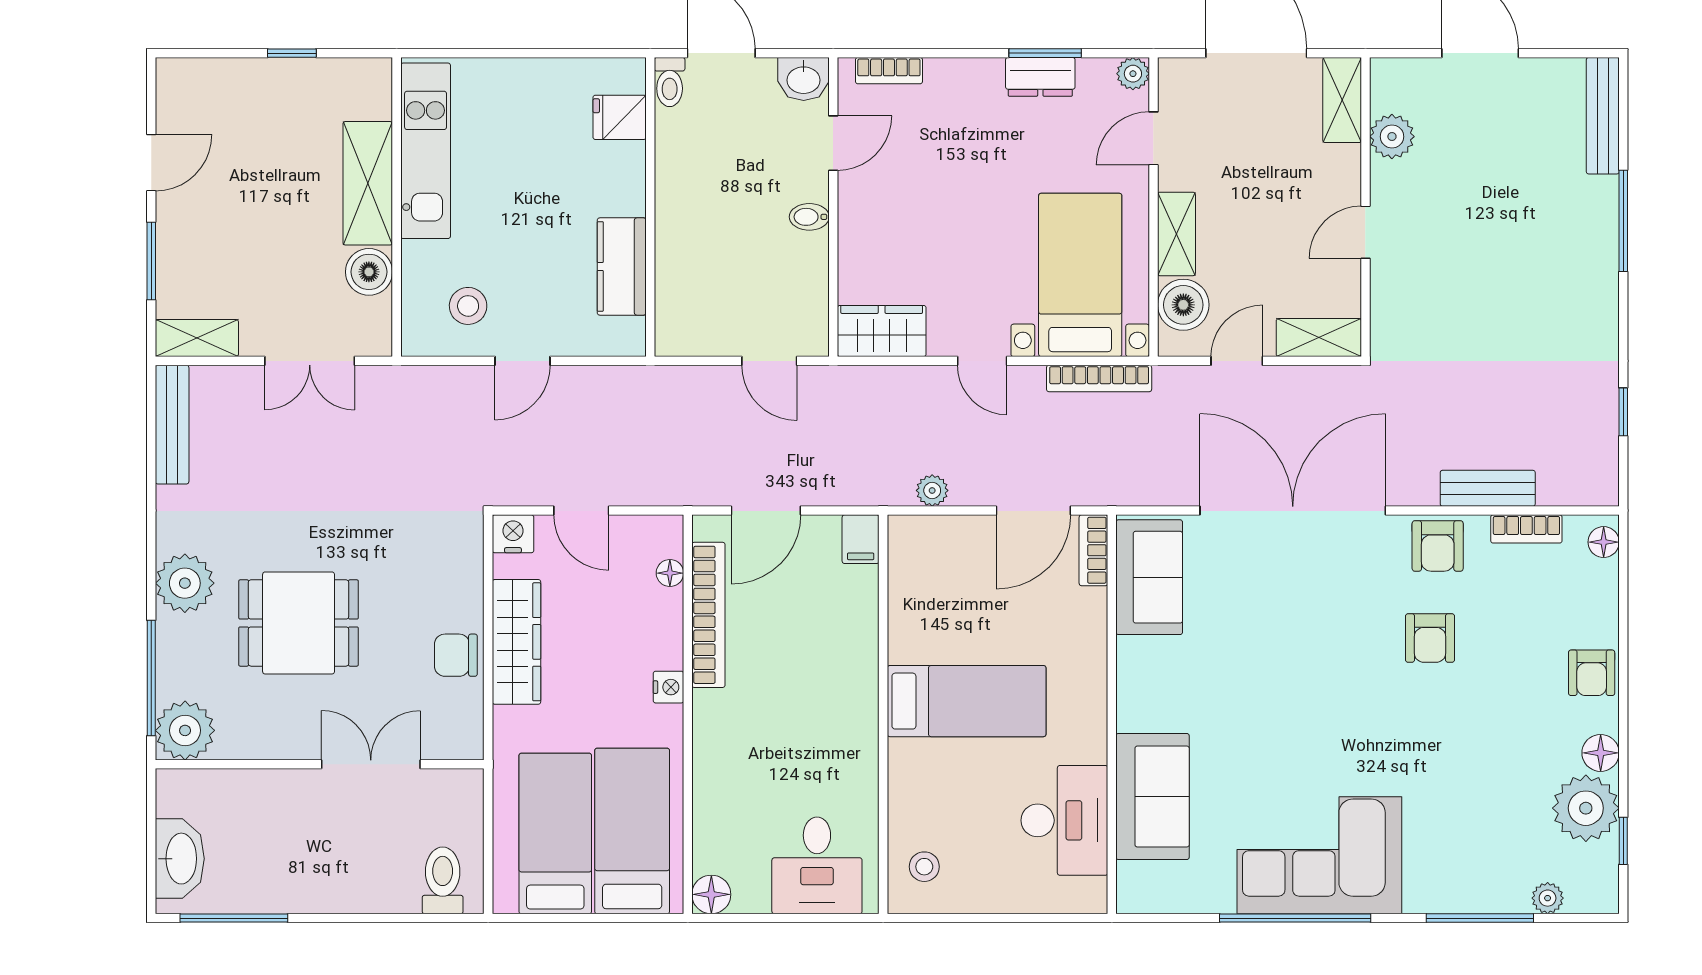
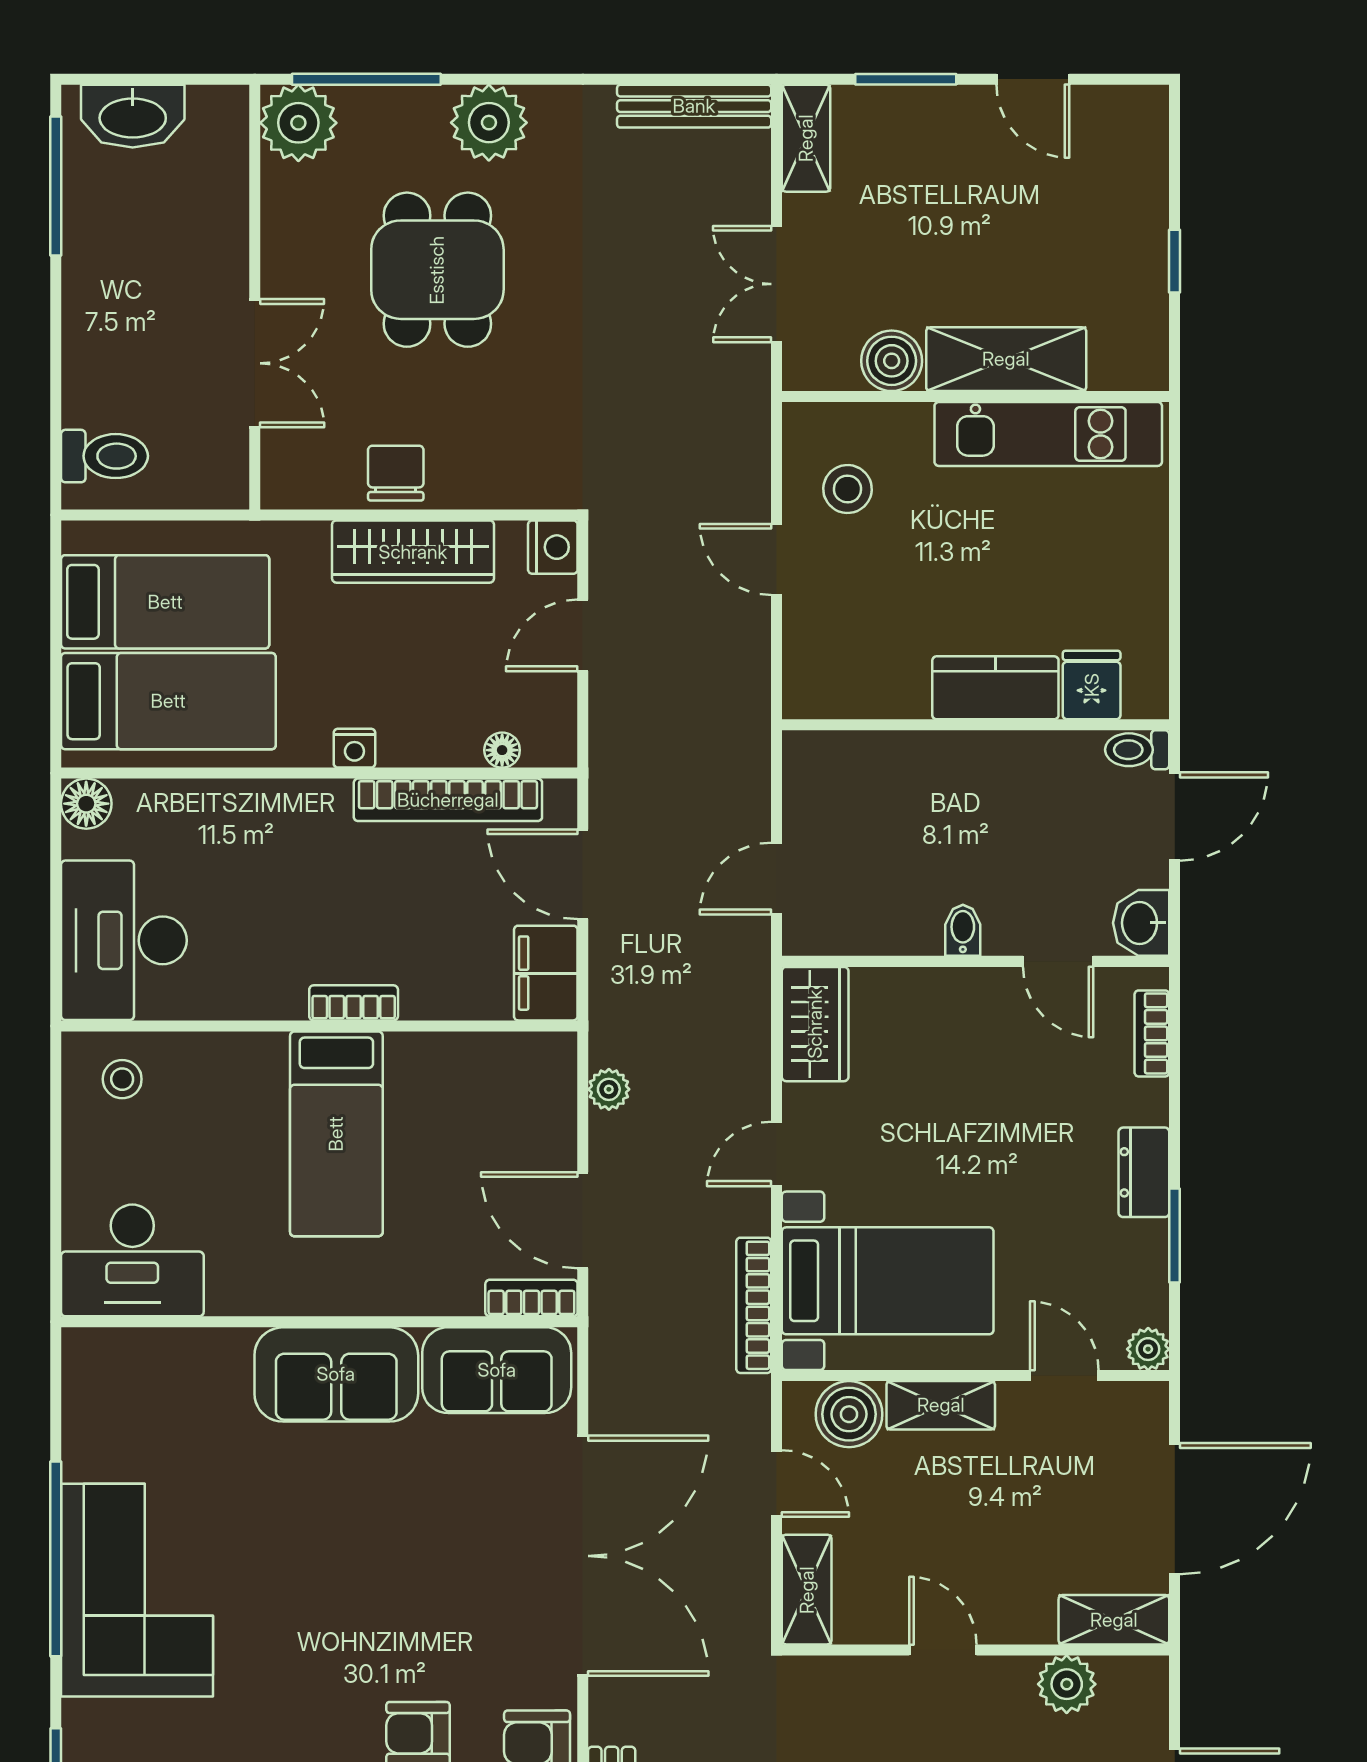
dresser: (1040, 77) -> (1144, 1172), moved
kitchen counter: (622, 266) -> (995, 688), moved
filing cabinet: (861, 539) -> (546, 973), width x2.00
bookcase: (865, 688) -> (354, 1003), added
sofa: (1153, 797) -> (336, 1374), moved
desk: (1064, 820) -> (132, 1260), moved
desk: (817, 865) -> (124, 940), width x1.37

